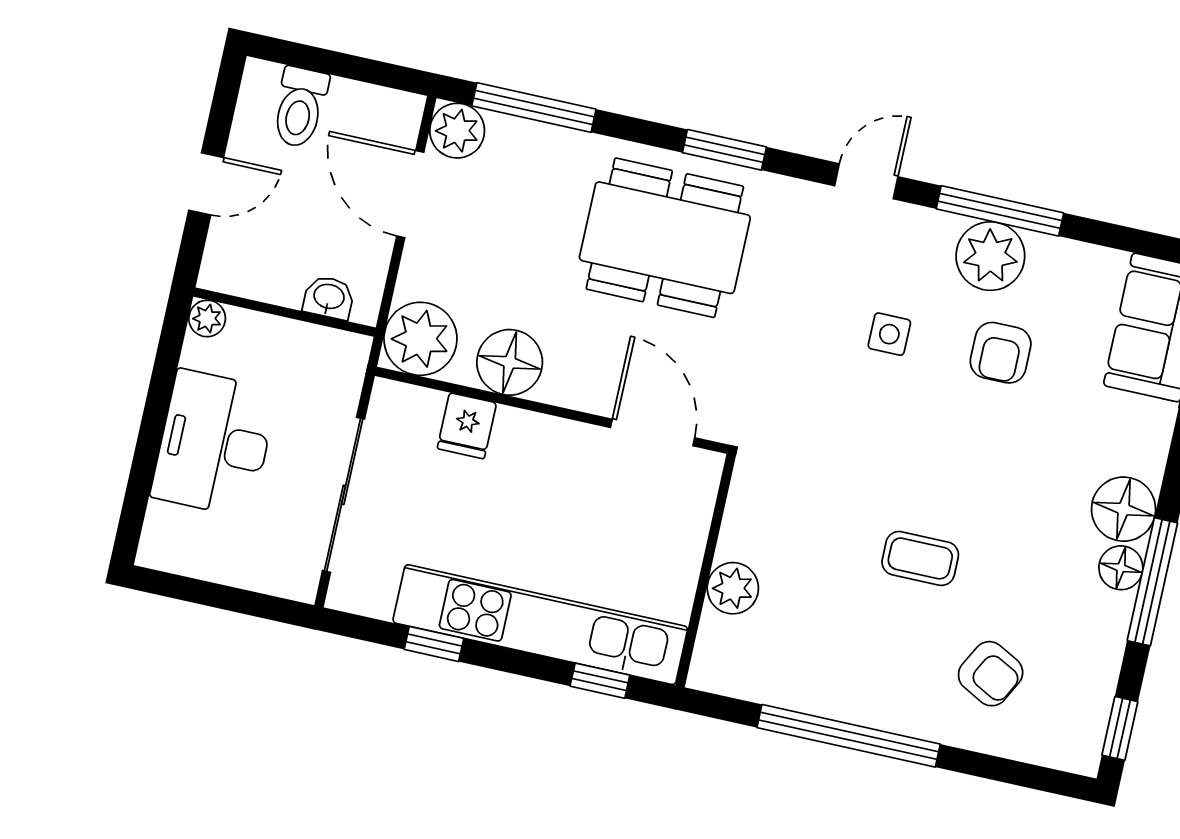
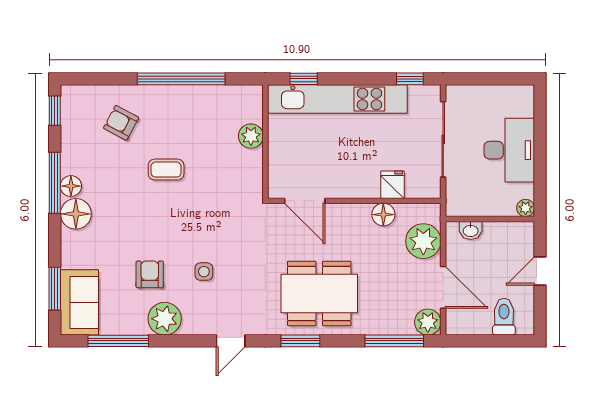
window: (1000, 211) -> (118, 341), moved
plant: (420, 339) -> (423, 241), moved
floor lamp: (510, 362) -> (383, 215), width x0.73, depth x0.73
window: (434, 644) -> (410, 79), moved

